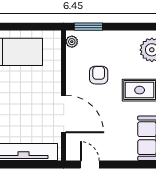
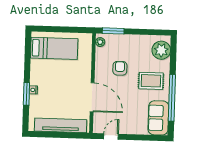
door: (90, 164) -> (111, 137), hinge flipped

